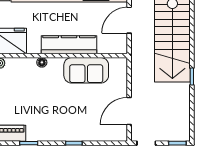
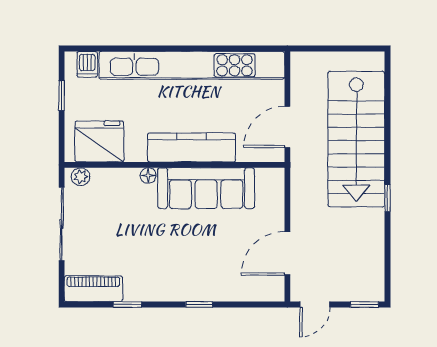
door: (129, 20) -> (287, 127), moved
sofa: (86, 70) -> (206, 188), width x1.36

